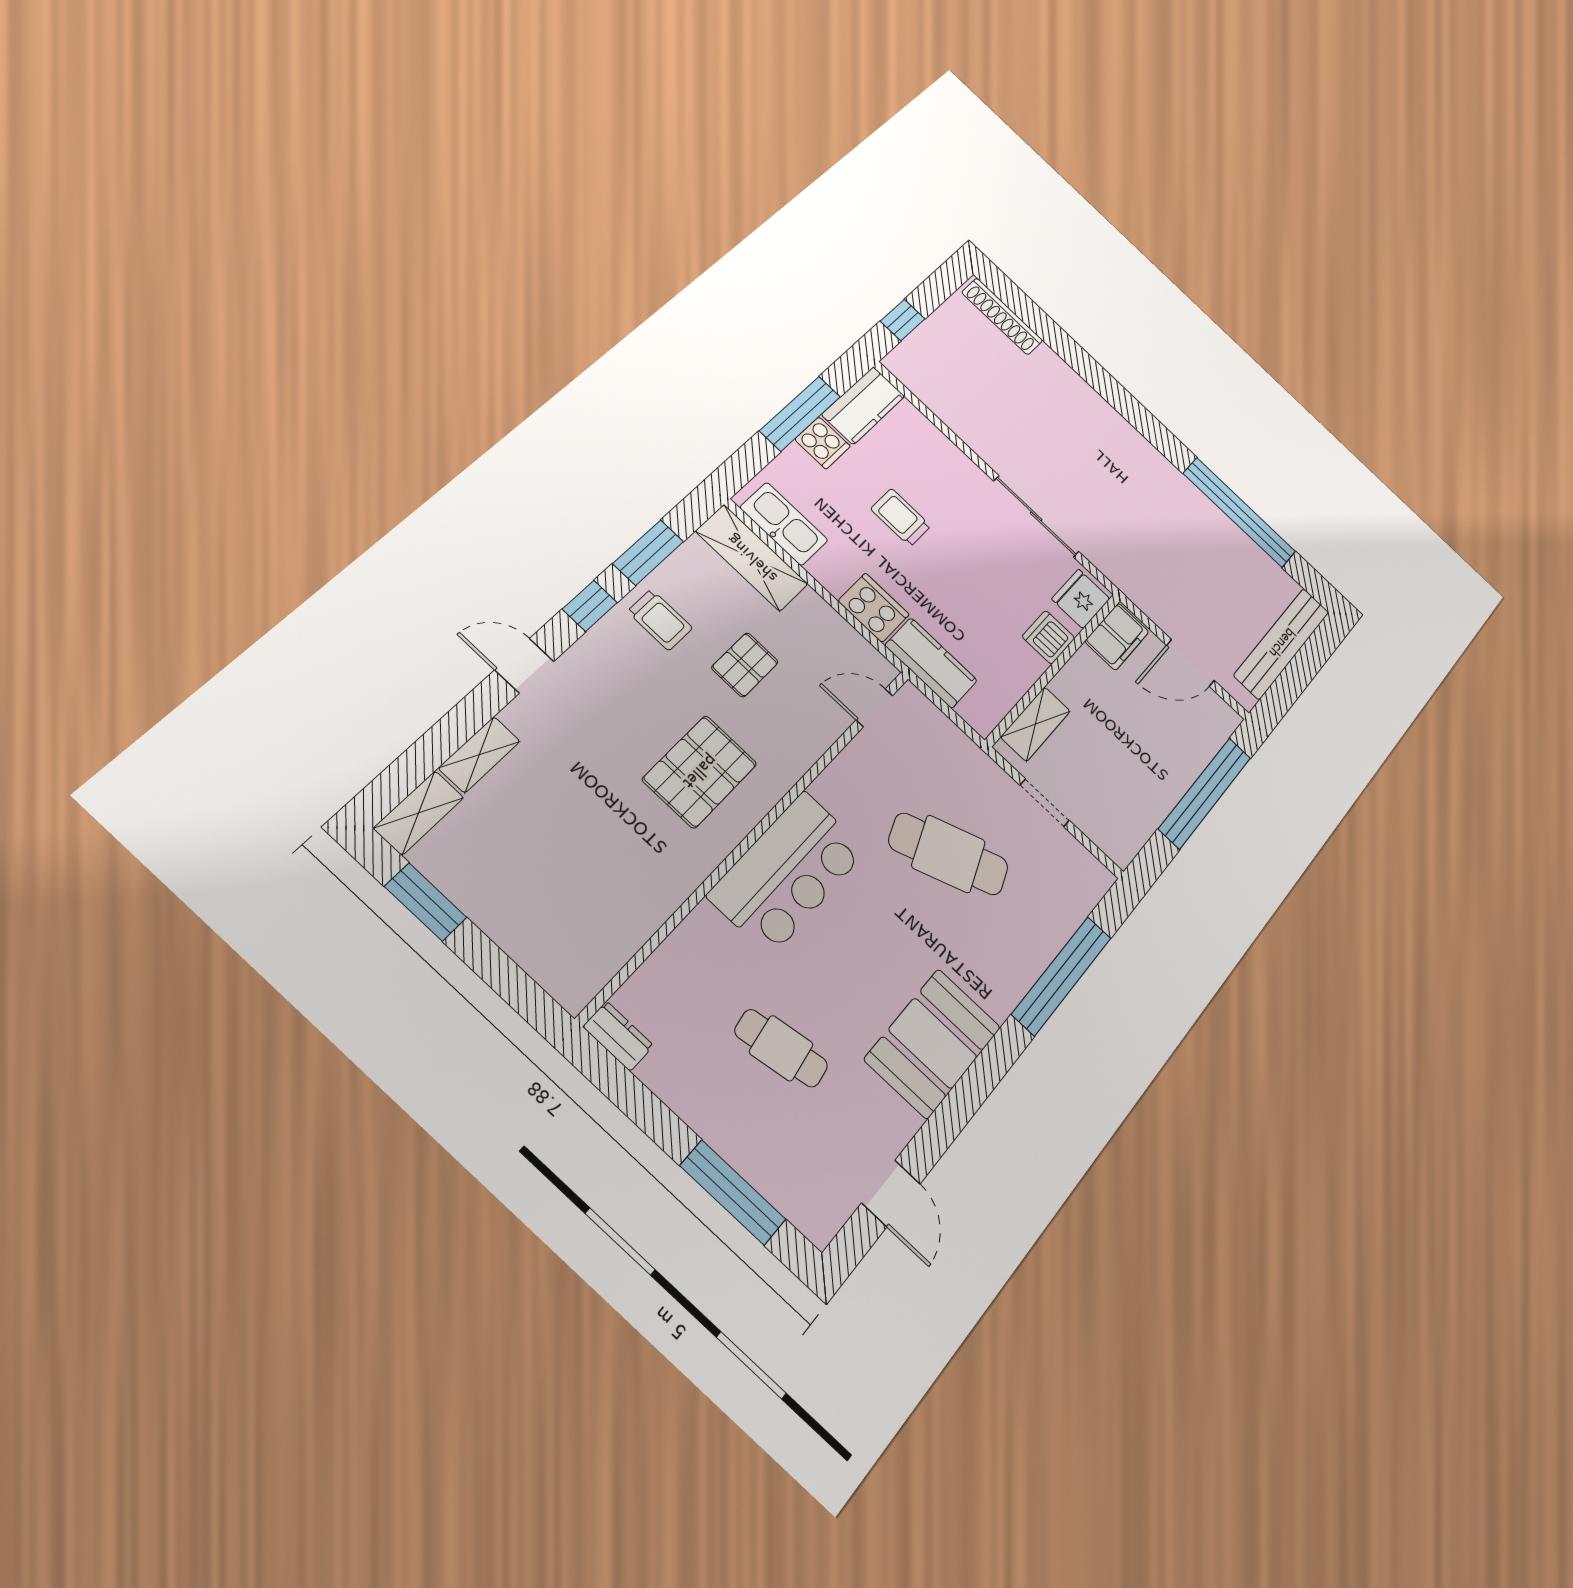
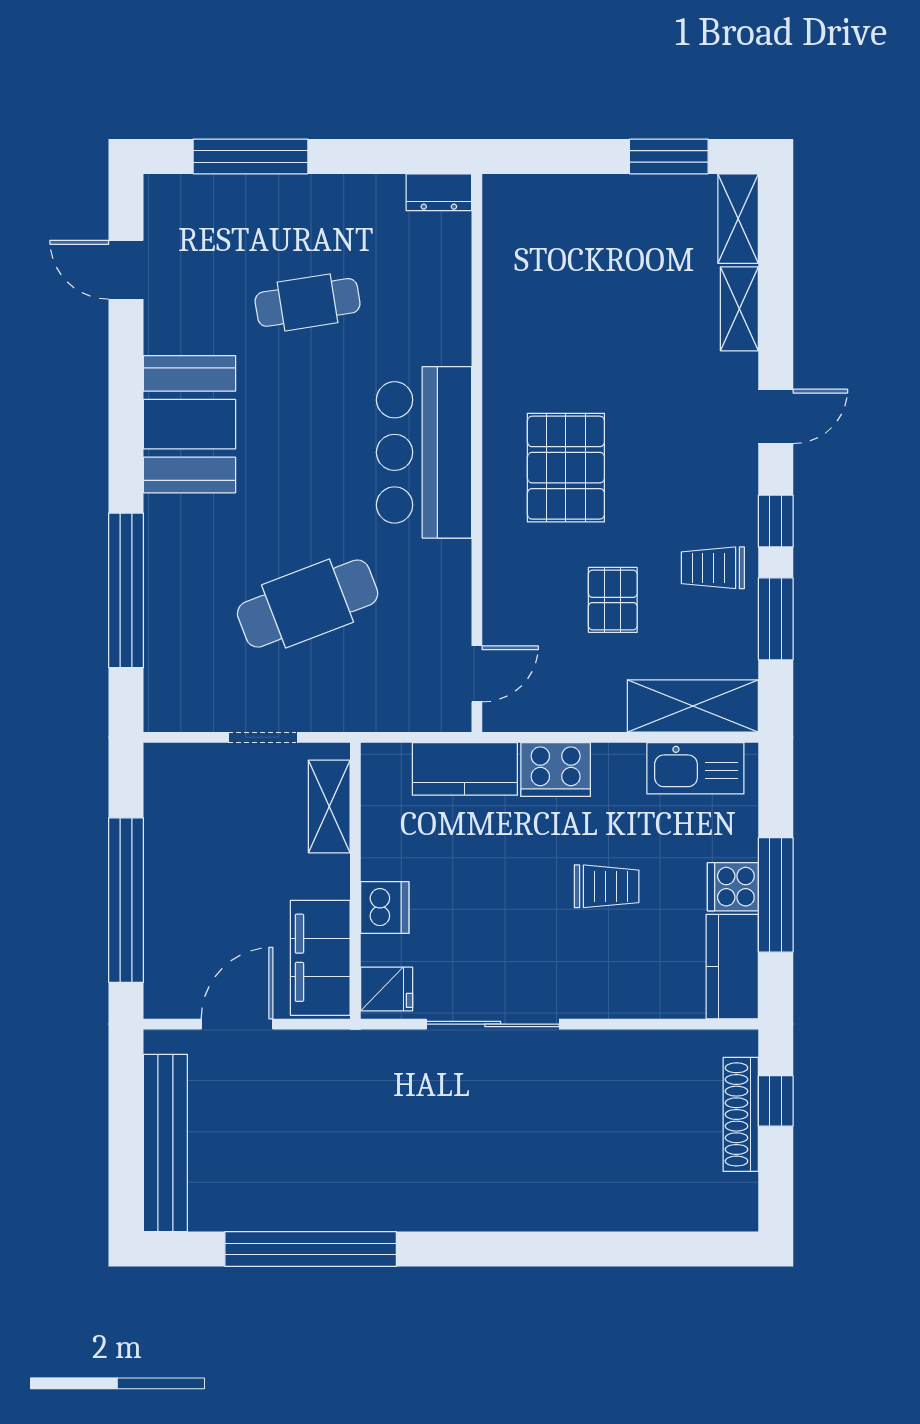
shoe rack: (1002, 316) -> (741, 1114), moved, turned -90
fridge: (1081, 599) -> (387, 989), width x0.72
filing cabinet: (1117, 637) -> (320, 958), width x1.50, depth x1.17

